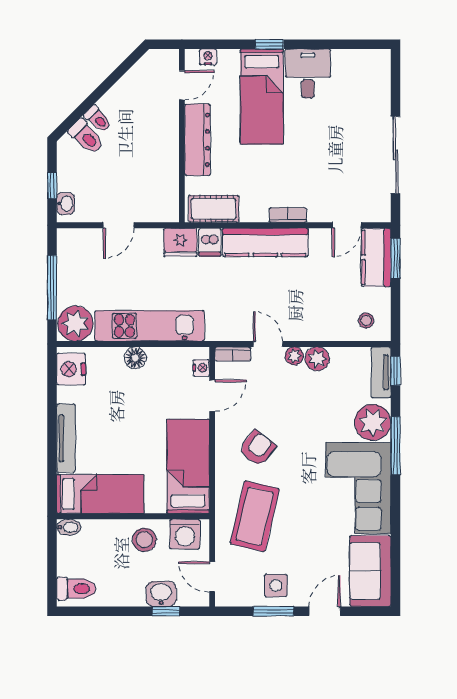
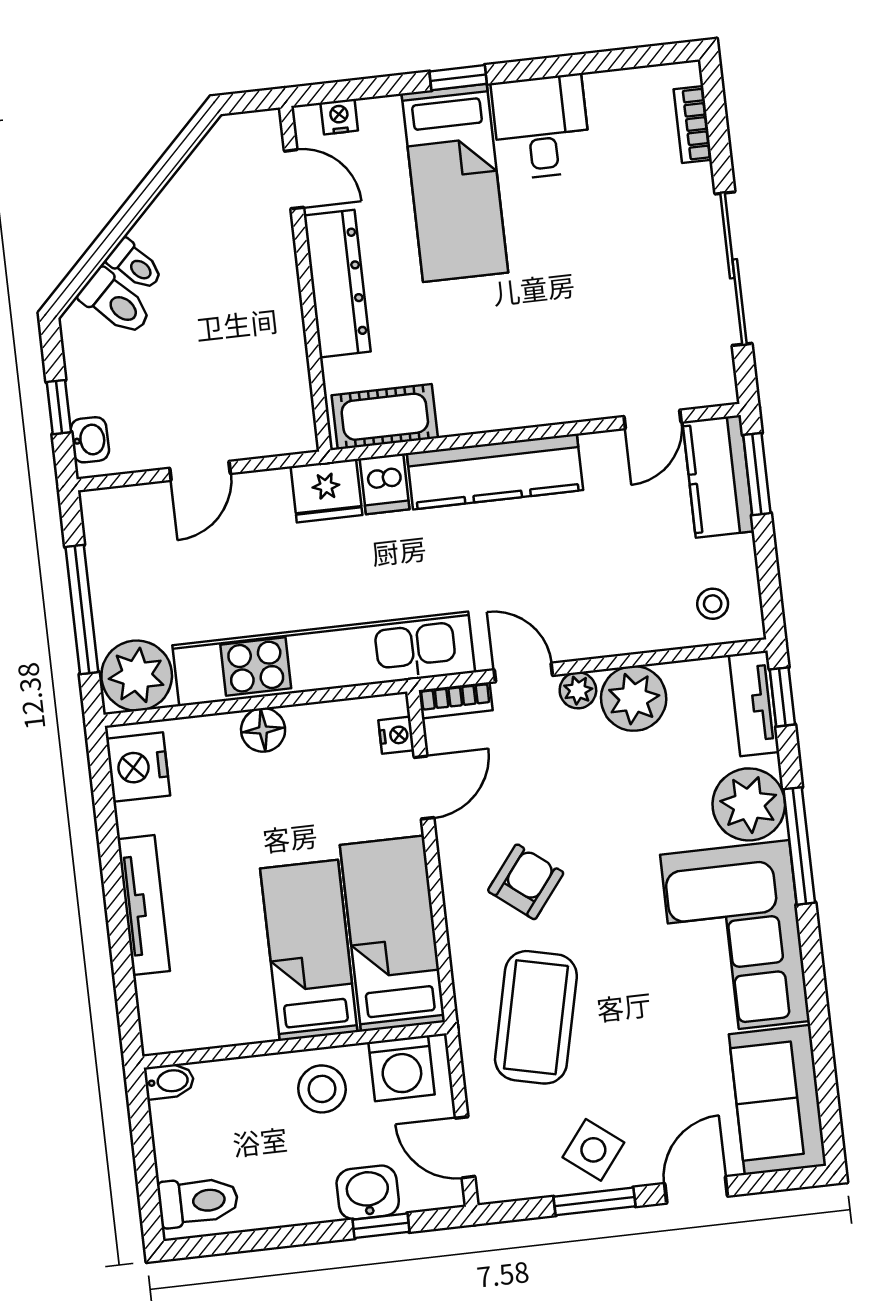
door: (182, 85) -> (294, 179), hinge flipped
bookcase: (288, 215) -> (693, 124), moved, turned -90
kitchen unit: (150, 326) -> (324, 659), width x1.36
plant: (317, 359) -> (634, 698), width x1.36, depth x1.36
bed: (100, 494) -> (309, 950), moved, turned -90
side table: (276, 585) -> (593, 1150), turned 38

